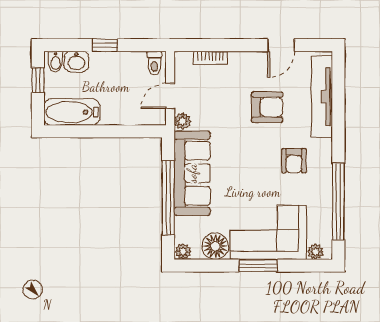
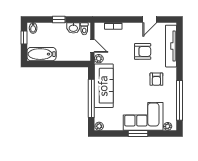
washbasin: (76, 62) -> (73, 28), moved
door: (170, 96) -> (92, 46), swing flipped
floor lamp: (215, 246) -> (116, 124), removed

